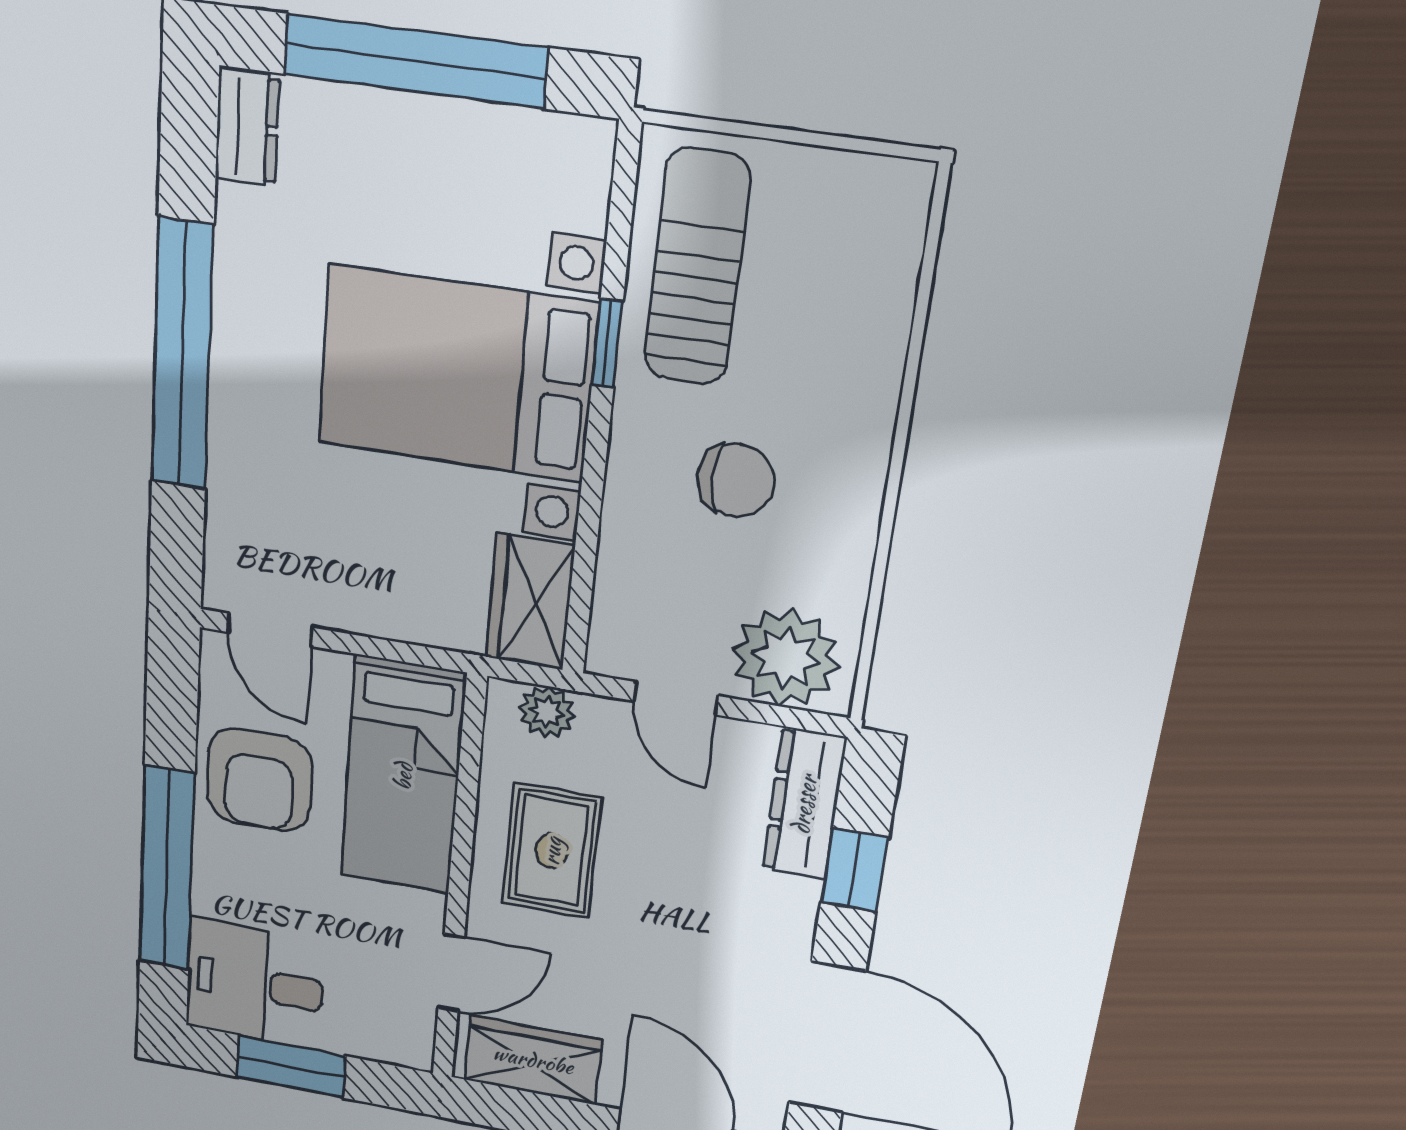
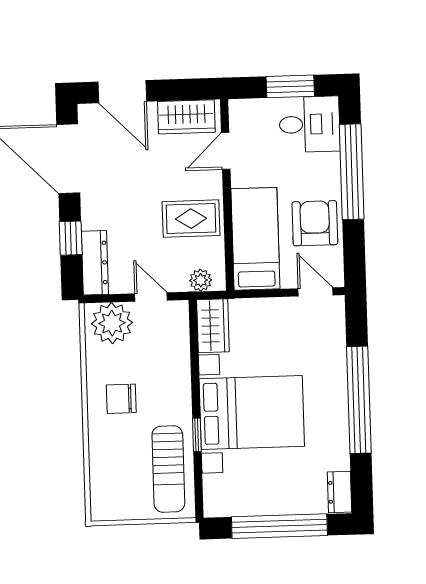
chair: (736, 480) -> (121, 399), moved
rug: (552, 851) -> (191, 219), turned 90

